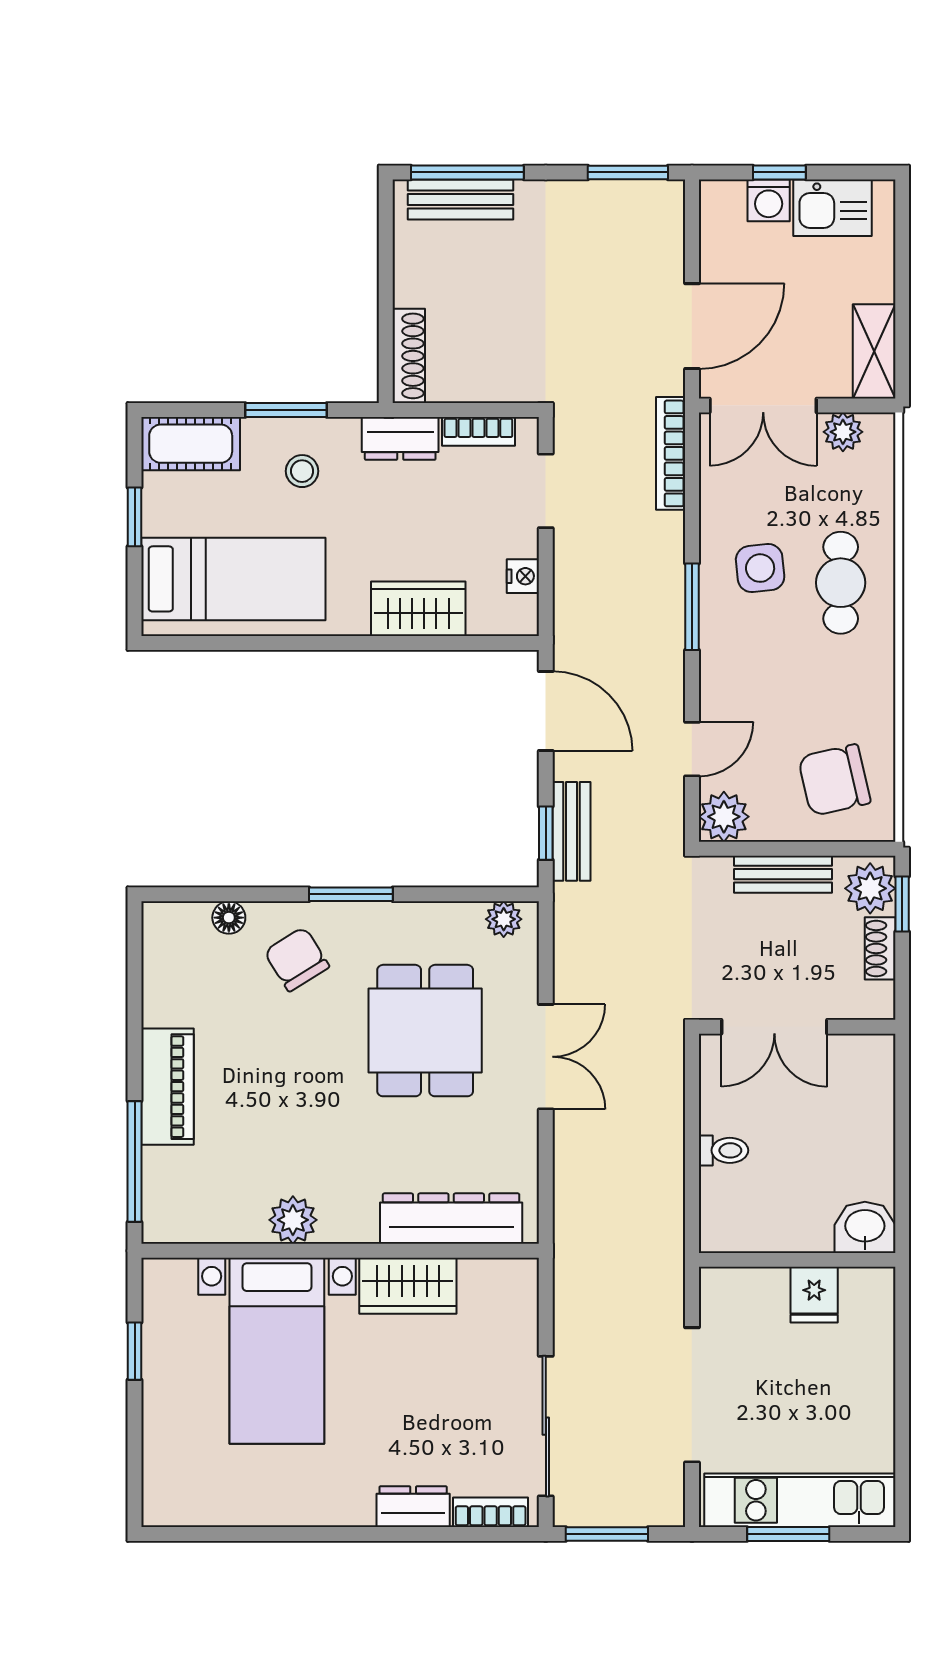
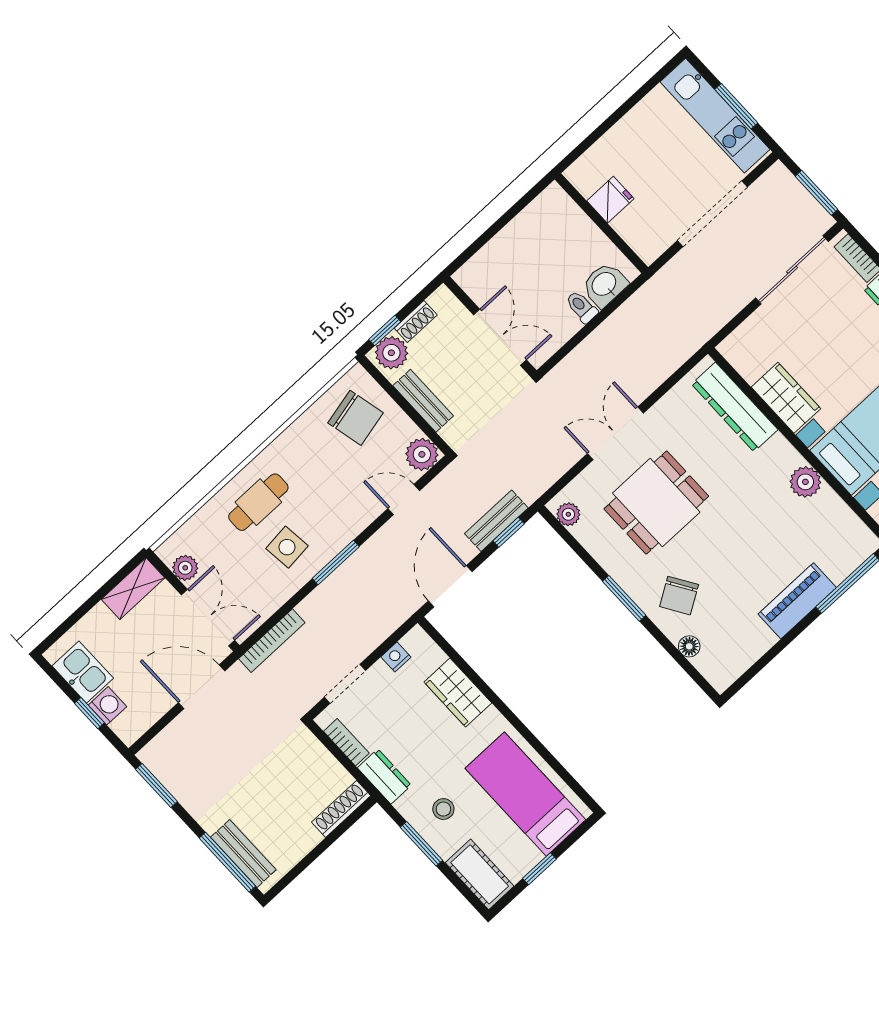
washbasin: (865, 1227) -> (605, 285), moved, turned 90

